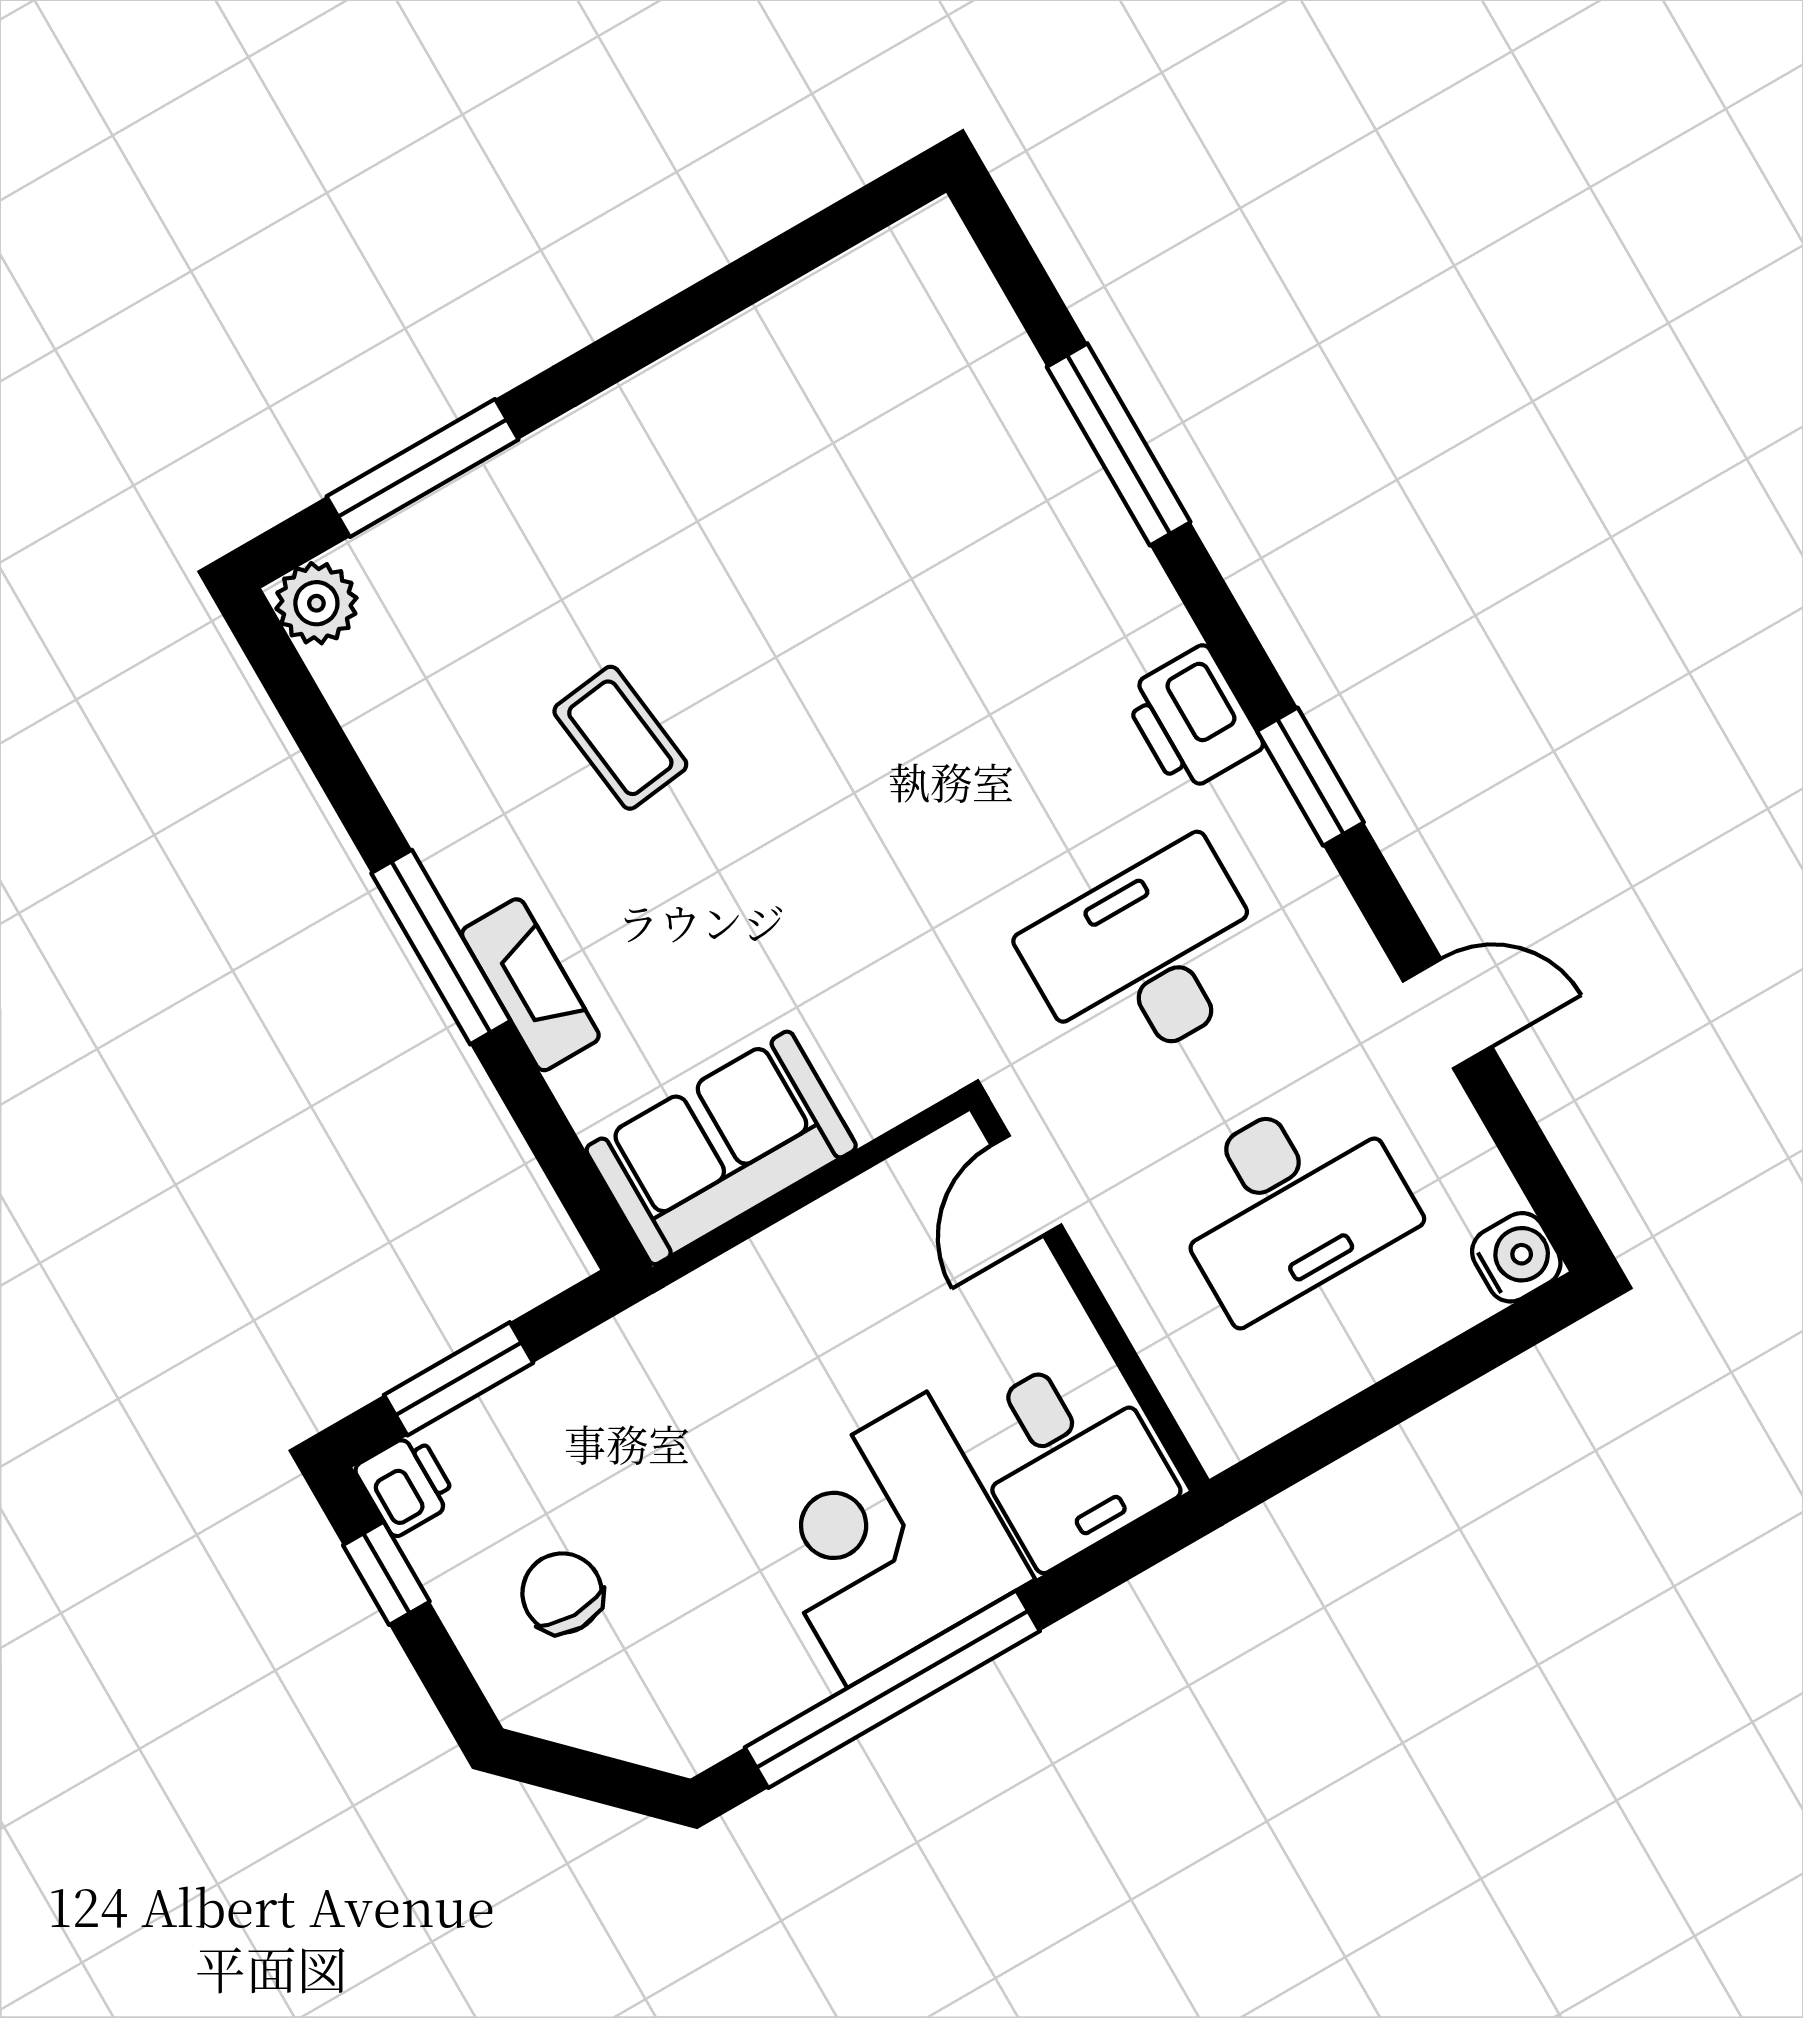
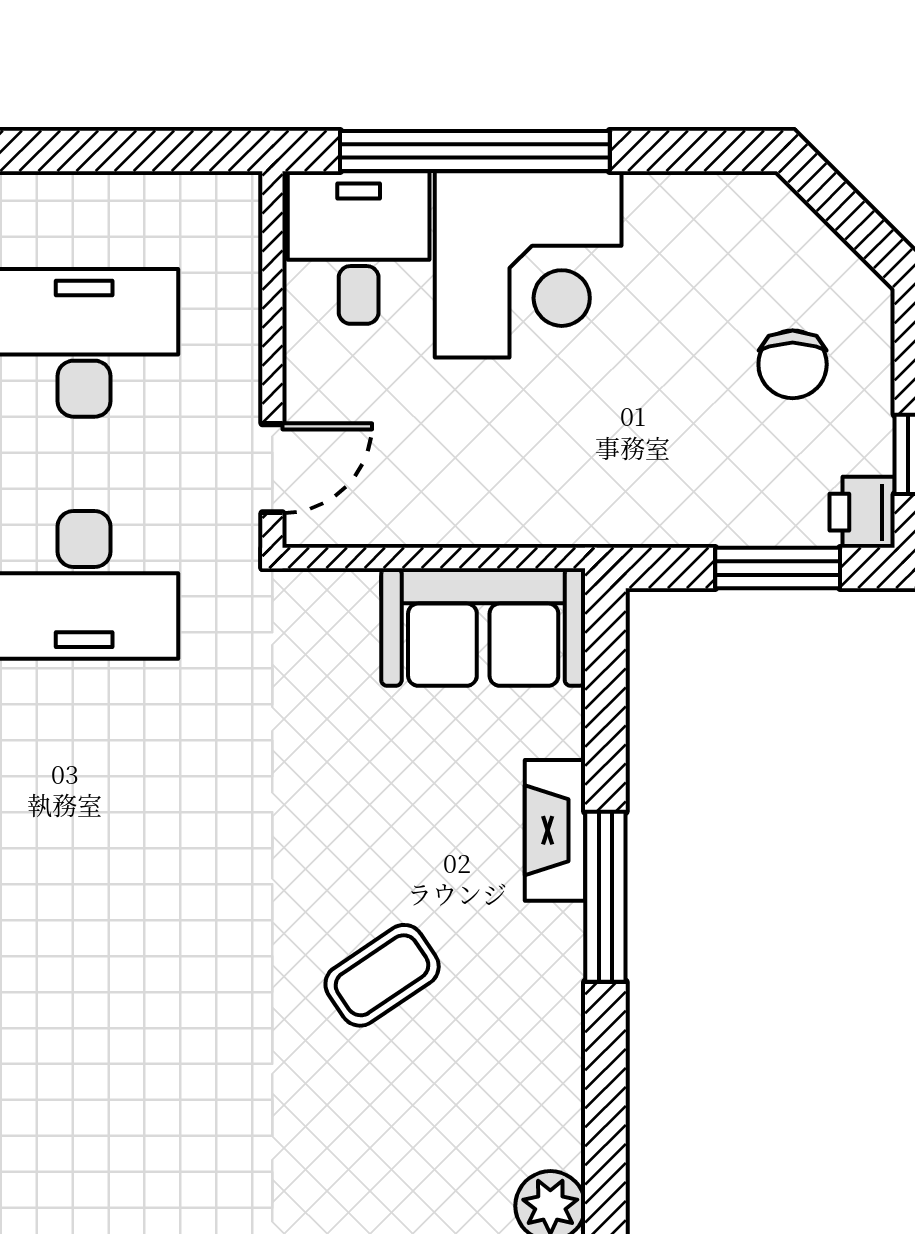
coffee table: (620, 738) -> (382, 975), turned 63
window: (892, 1689) -> (475, 151), moved

